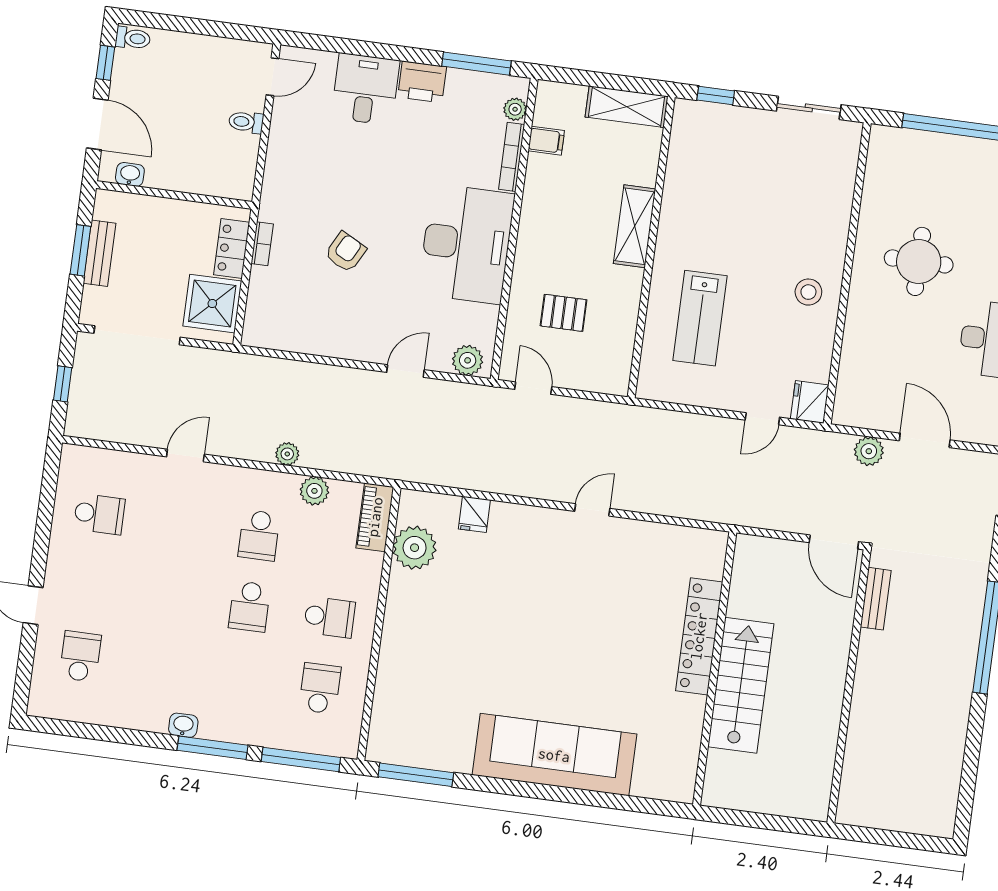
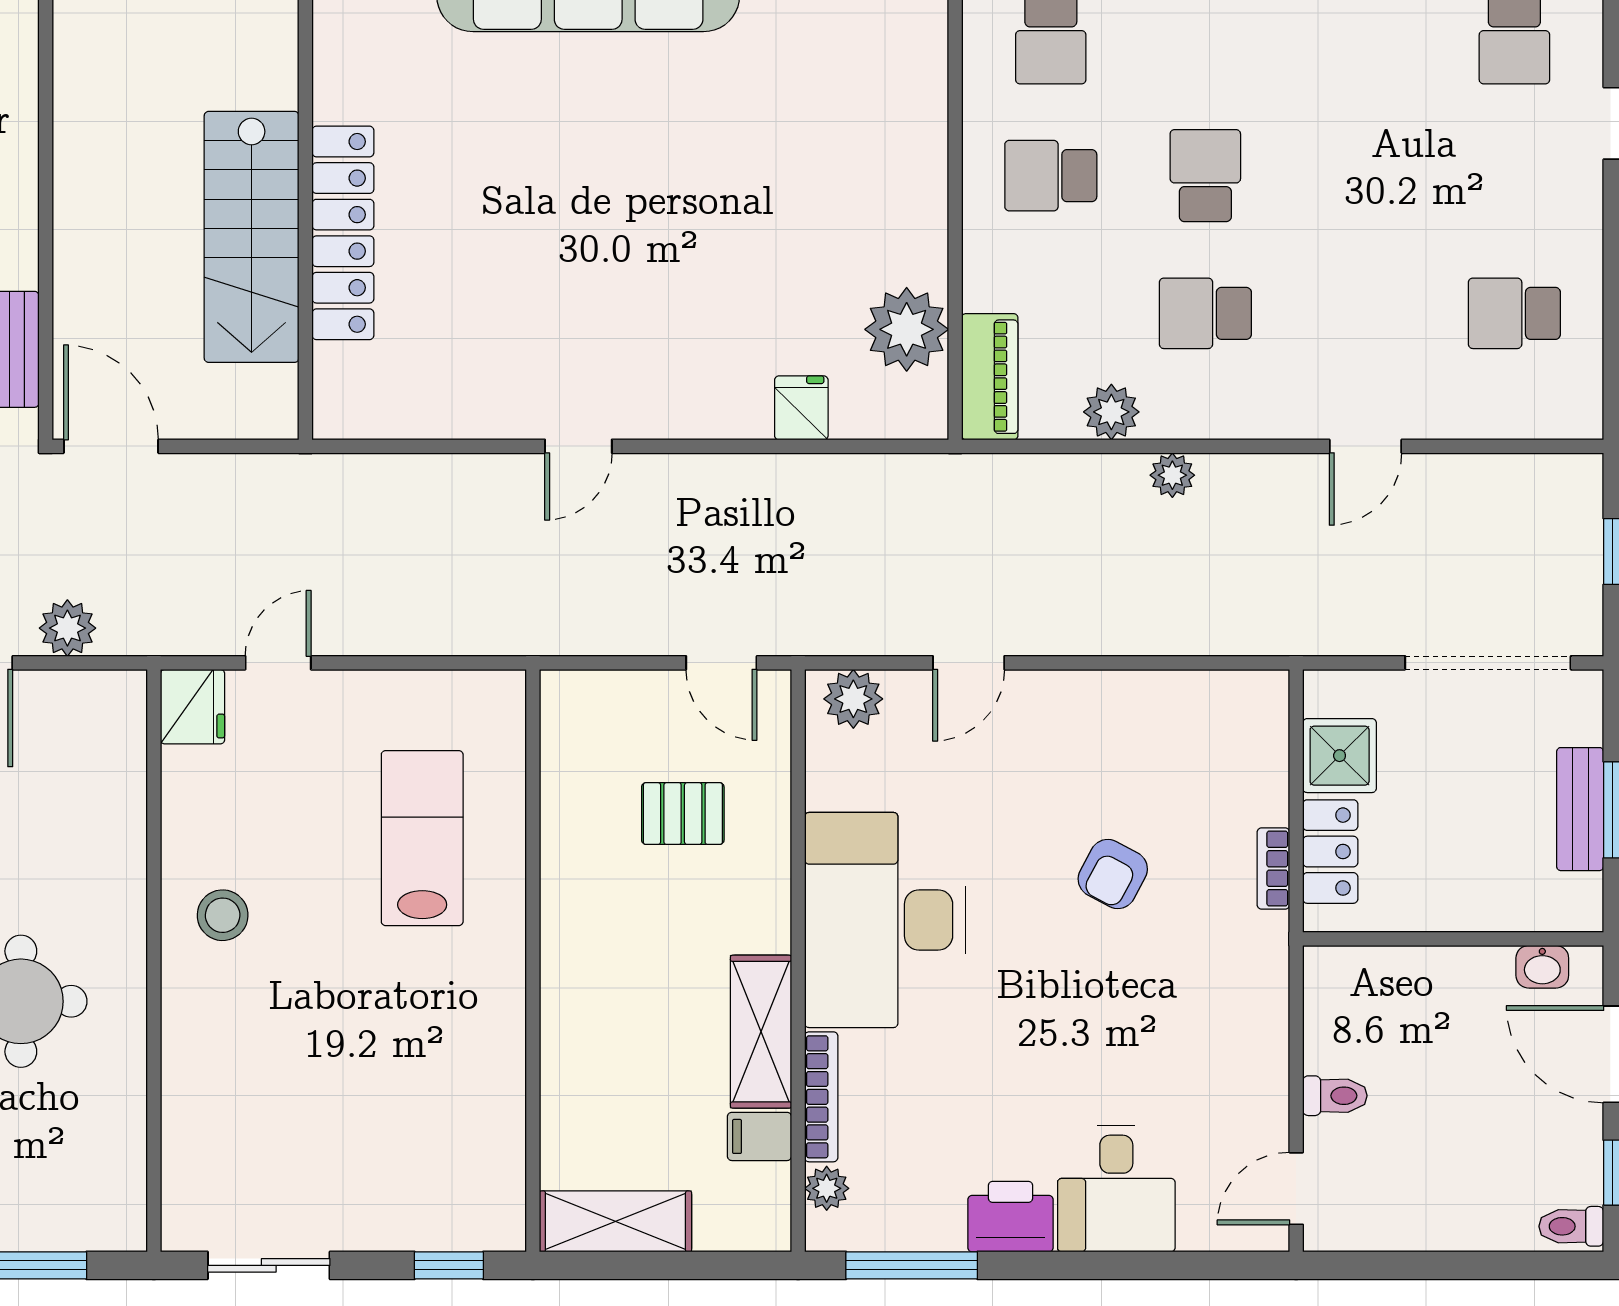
shelving: (635, 226) -> (761, 1032), moved
shower: (212, 304) -> (1340, 756), width x0.73, depth x0.73
school desk: (259, 535) -> (1205, 313), turned -90
stairs: (741, 685) -> (252, 237), moved

